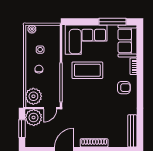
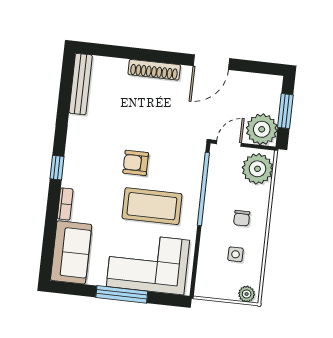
window: (112, 22) -> (122, 294), moved
window: (140, 85) -> (57, 168), added
armchair: (124, 88) -> (136, 163), moved

